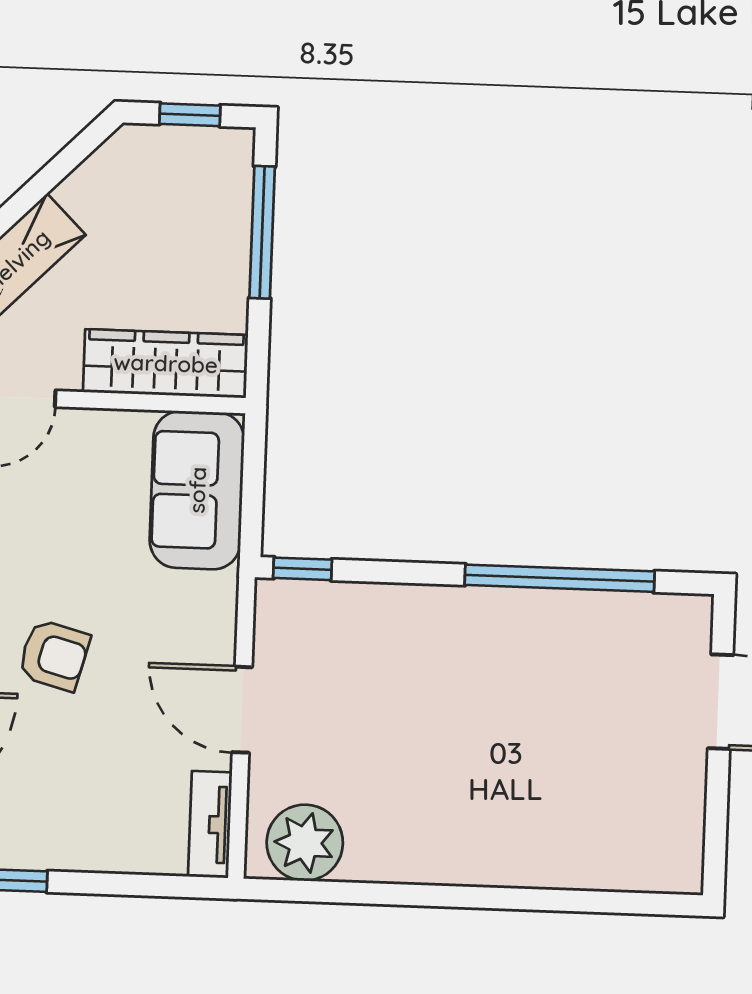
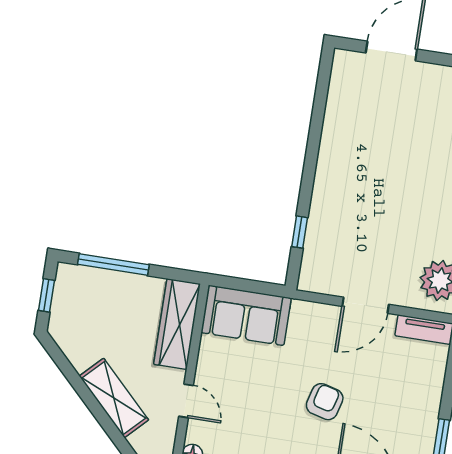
window: (303, 569) -> (300, 232), moved
window: (560, 578) -> (316, 129), removed

